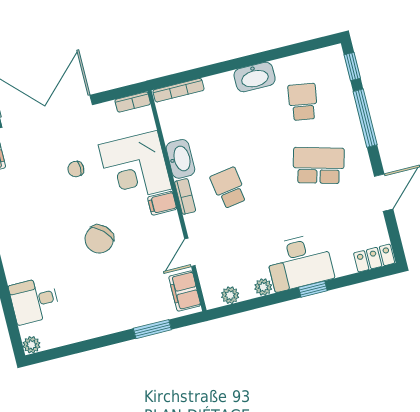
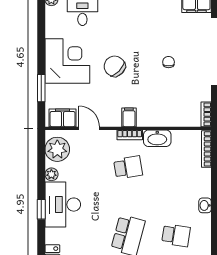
washbasin: (255, 77) -> (205, 205), width x0.52, depth x0.69
corner desk: (135, 167) -> (67, 61), moved, turned 90
plant: (230, 295) -> (57, 149), width x1.87, depth x1.87

